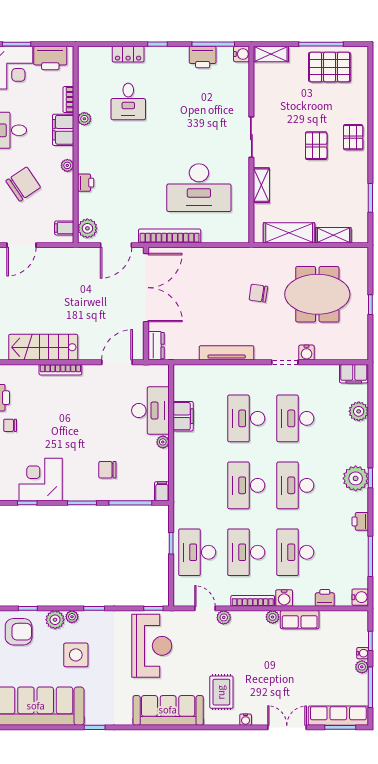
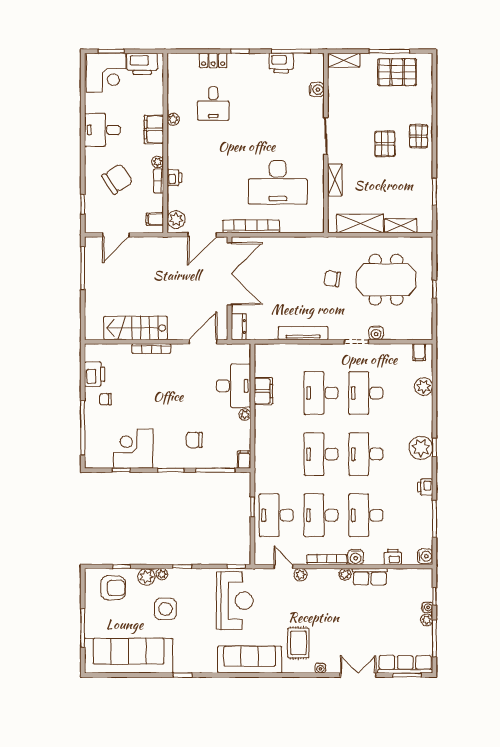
water cooler: (242, 54) -> (317, 90), moved
bookcase: (68, 100) -> (159, 181), moved
filing cabinet: (354, 374) -> (419, 352), width x0.50

